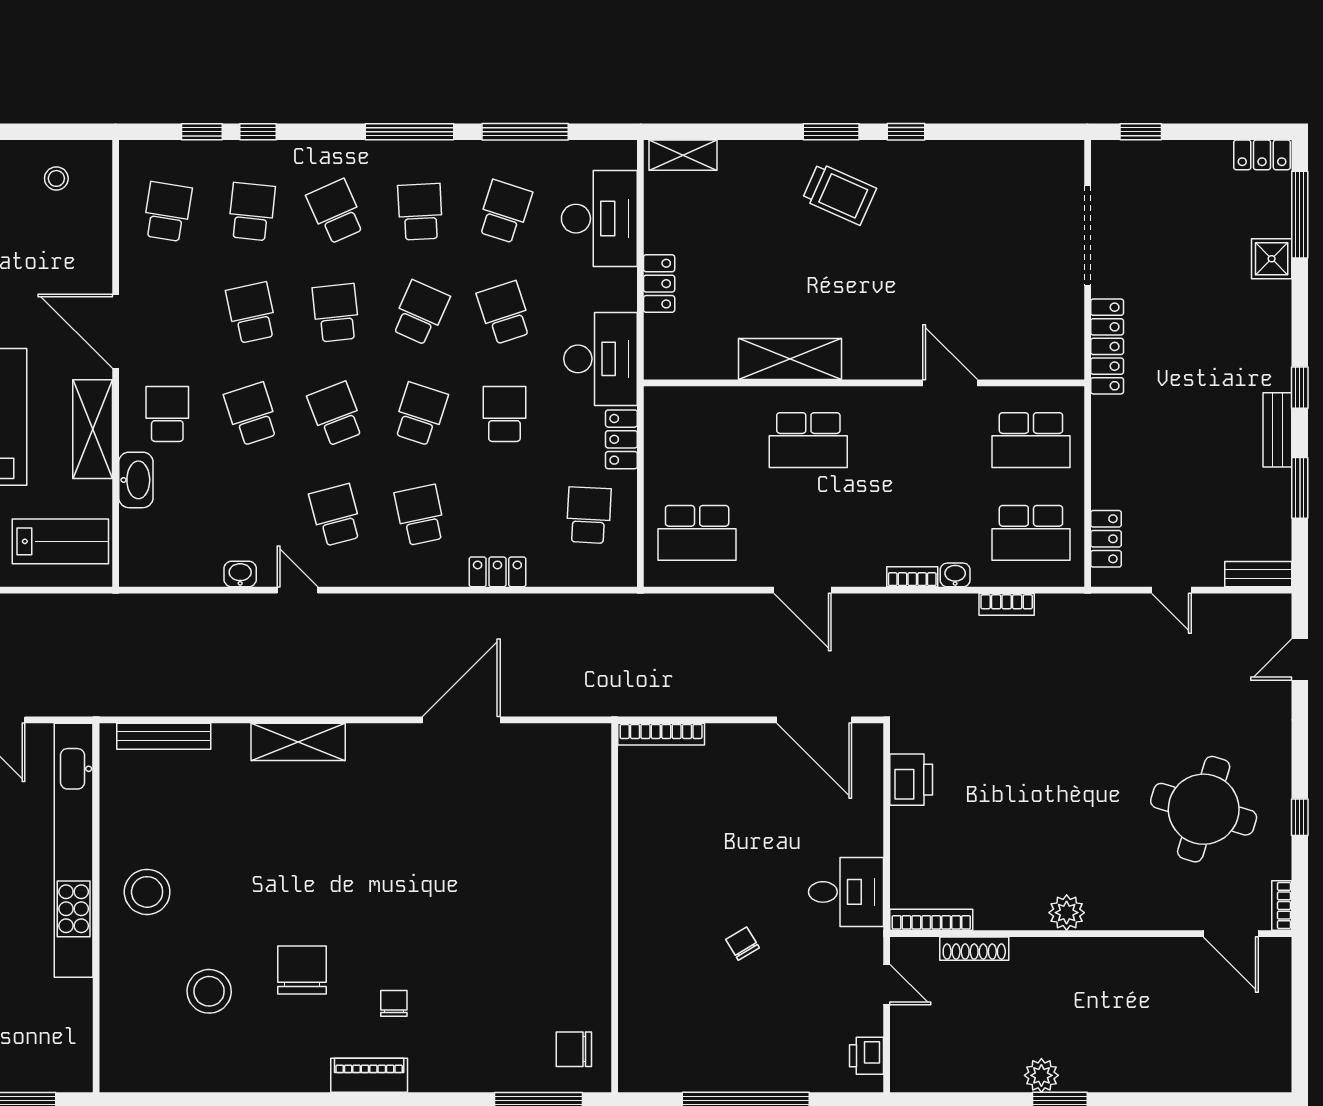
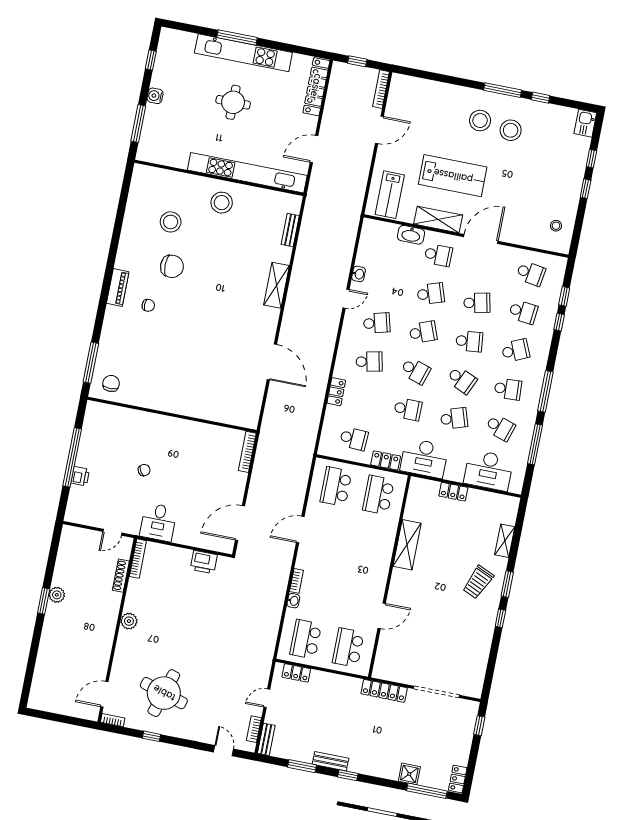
shelving: (683, 155) -> (505, 541), moved
school desk: (808, 440) -> (378, 495), moved
bookcase: (1007, 604) -> (254, 729), moved
bench: (164, 736) -> (290, 230), width x0.73
printer: (867, 1056) -> (80, 476), moved, turned 90

